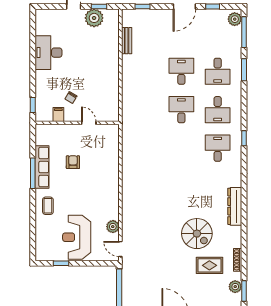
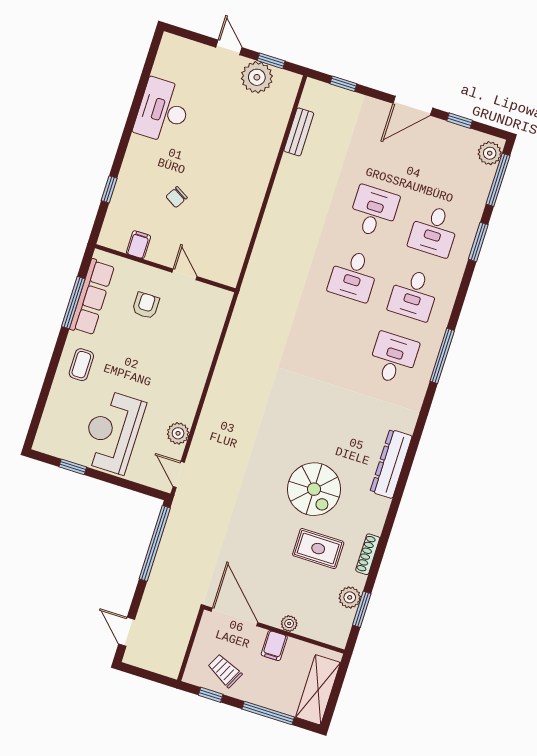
desk: (181, 110) -> (353, 275), turned 180
filing cabinet: (58, 115) -> (138, 245), moved
wall: (77, 123) -> (165, 268), moved
door: (89, 123) -> (185, 274), moved
window: (244, 138) -> (442, 356), width x2.17

